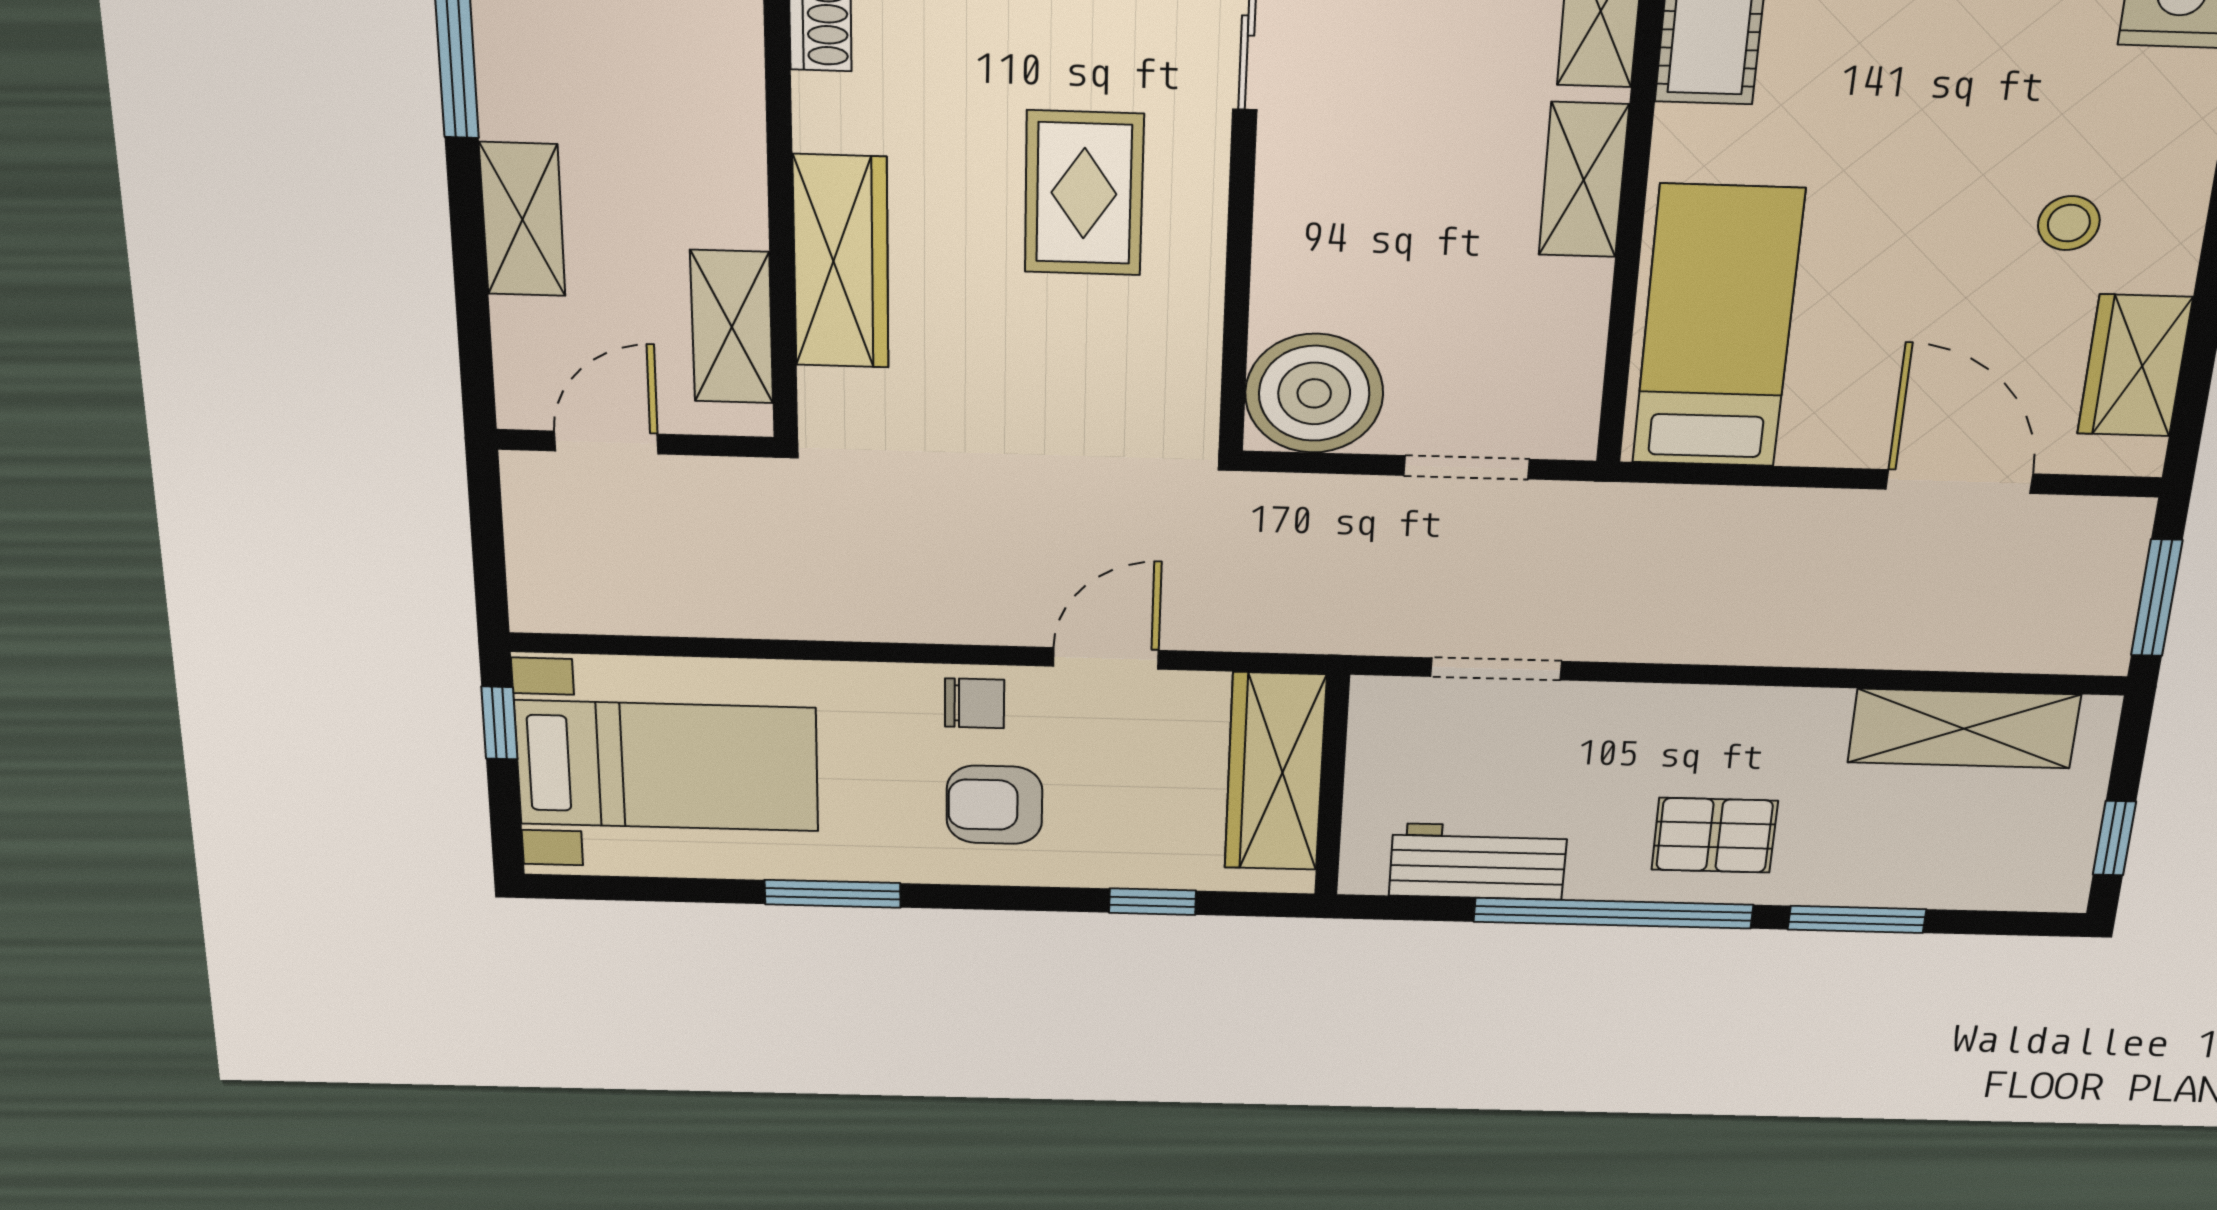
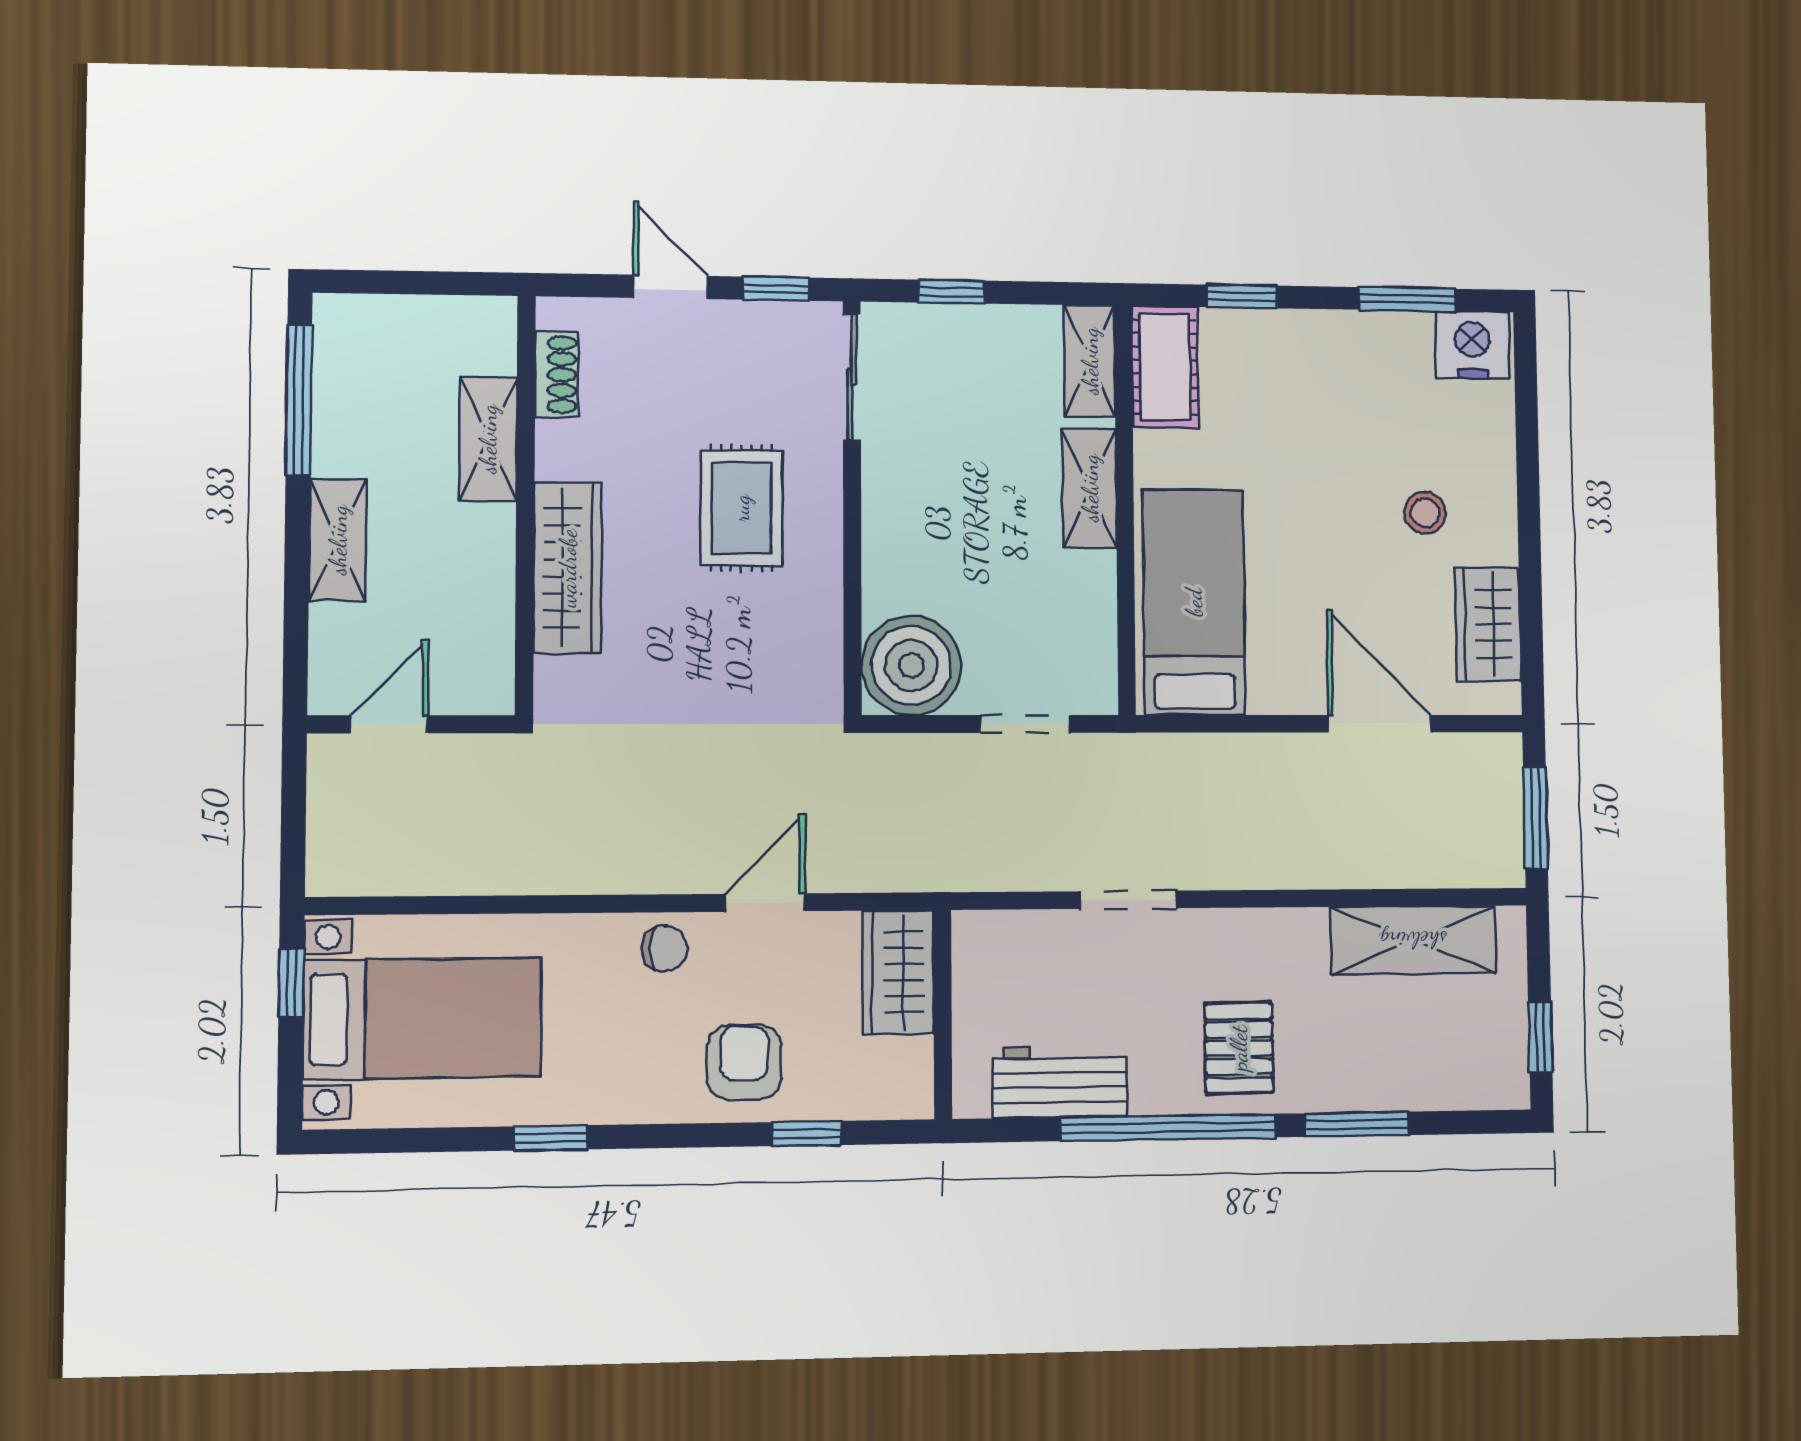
shelving: (732, 327) -> (488, 439), moved
doorway: (1496, 669) -> (1128, 900), moved
wardrobe: (1275, 772) -> (898, 972), width x0.67
armchair: (994, 805) -> (744, 1062), moved, turned 90
pallet: (1715, 835) -> (1239, 1048), turned 90
window: (833, 894) -> (551, 1138), width x0.67

